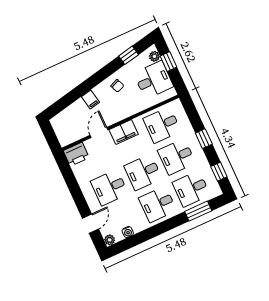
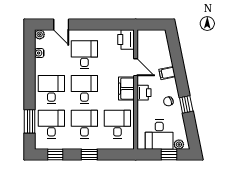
window: (129, 55) -> (186, 104), moved
printer: (120, 113) -> (144, 93), added

